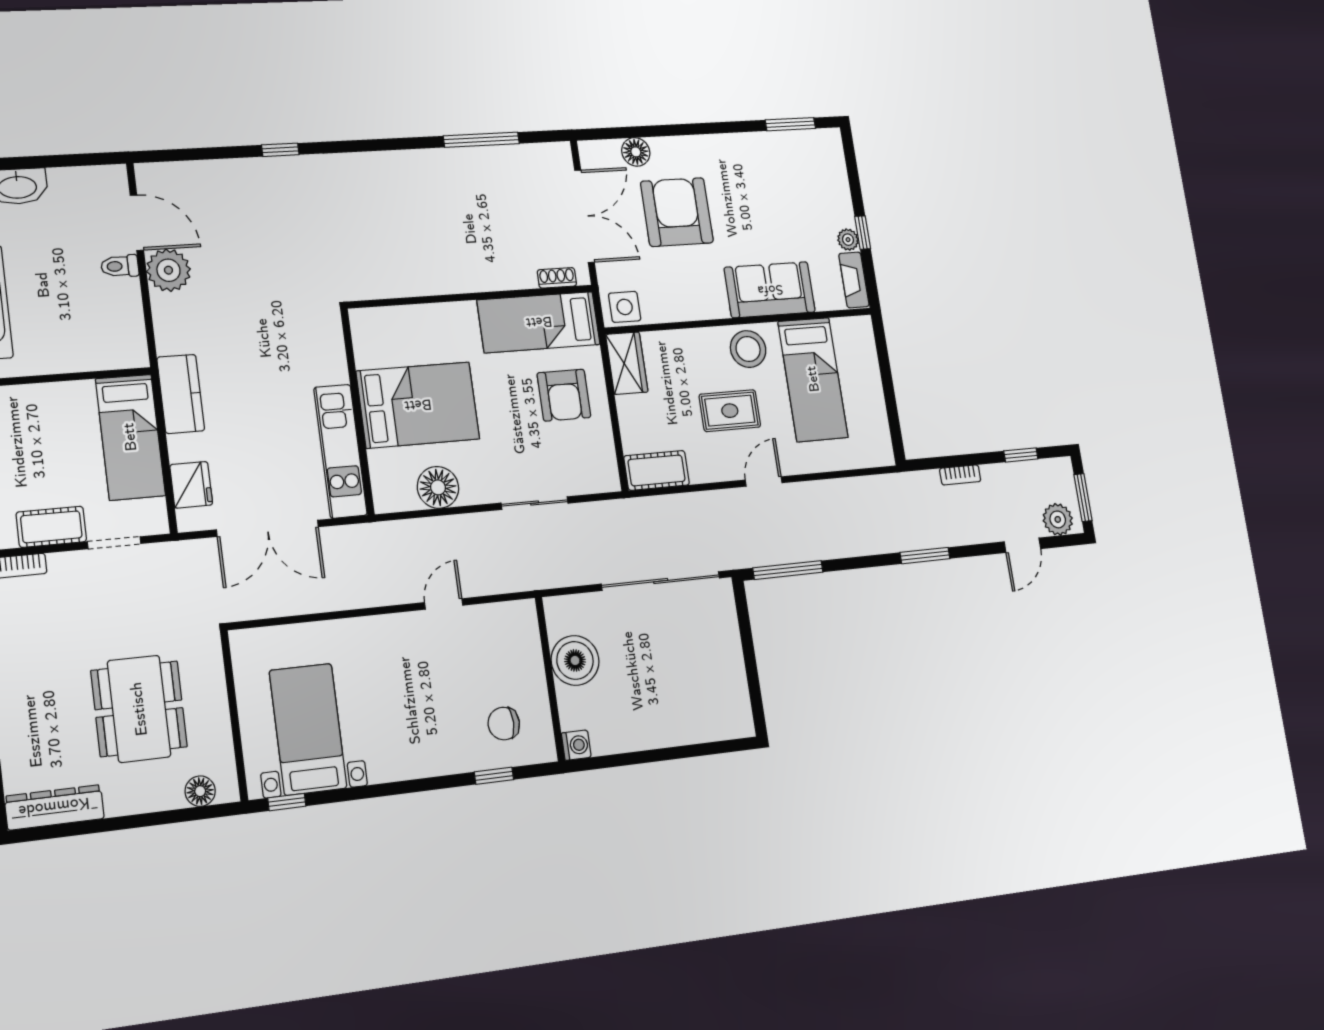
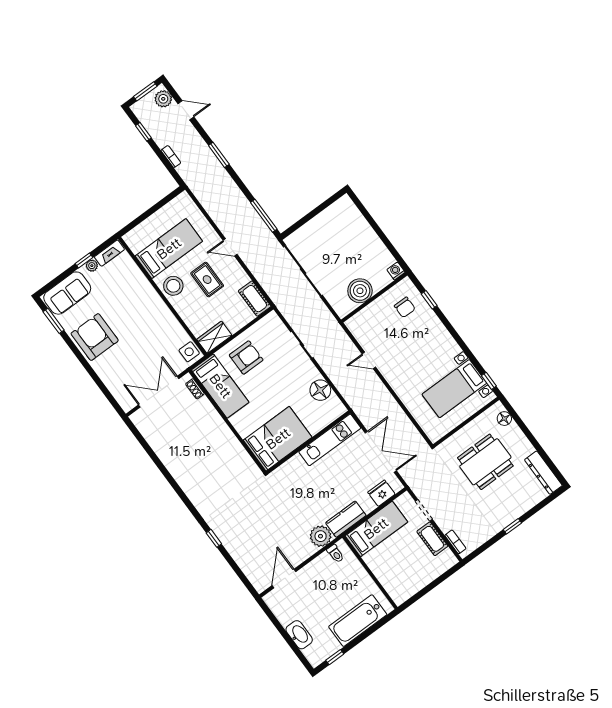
window: (481, 140) -> (153, 456), removed
floor lamp: (636, 152) -> (114, 385), removed
armchair: (677, 212) -> (95, 337), moved, turned 90
toilet: (120, 266) -> (335, 554), moved
plant: (168, 270) -> (321, 536), moved
sofa: (770, 290) -> (67, 293), moved, turned -90
bed: (418, 405) -> (278, 439), moved, turned 90

